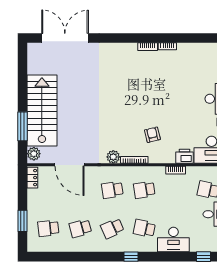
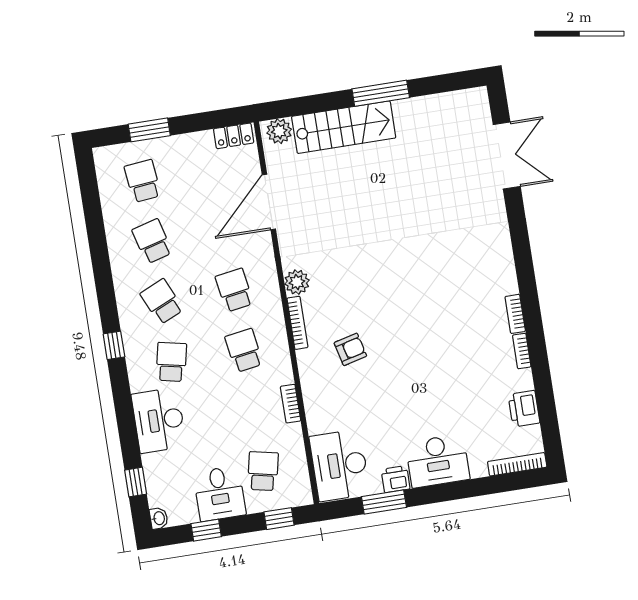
double door: (65, 38) -> (507, 155), width x0.73
stairs: (42, 110) -> (344, 127), width x0.73, depth x0.66
window: (22, 126) -> (381, 93), moved
printer: (185, 156) -> (524, 409), moved, turned 180

